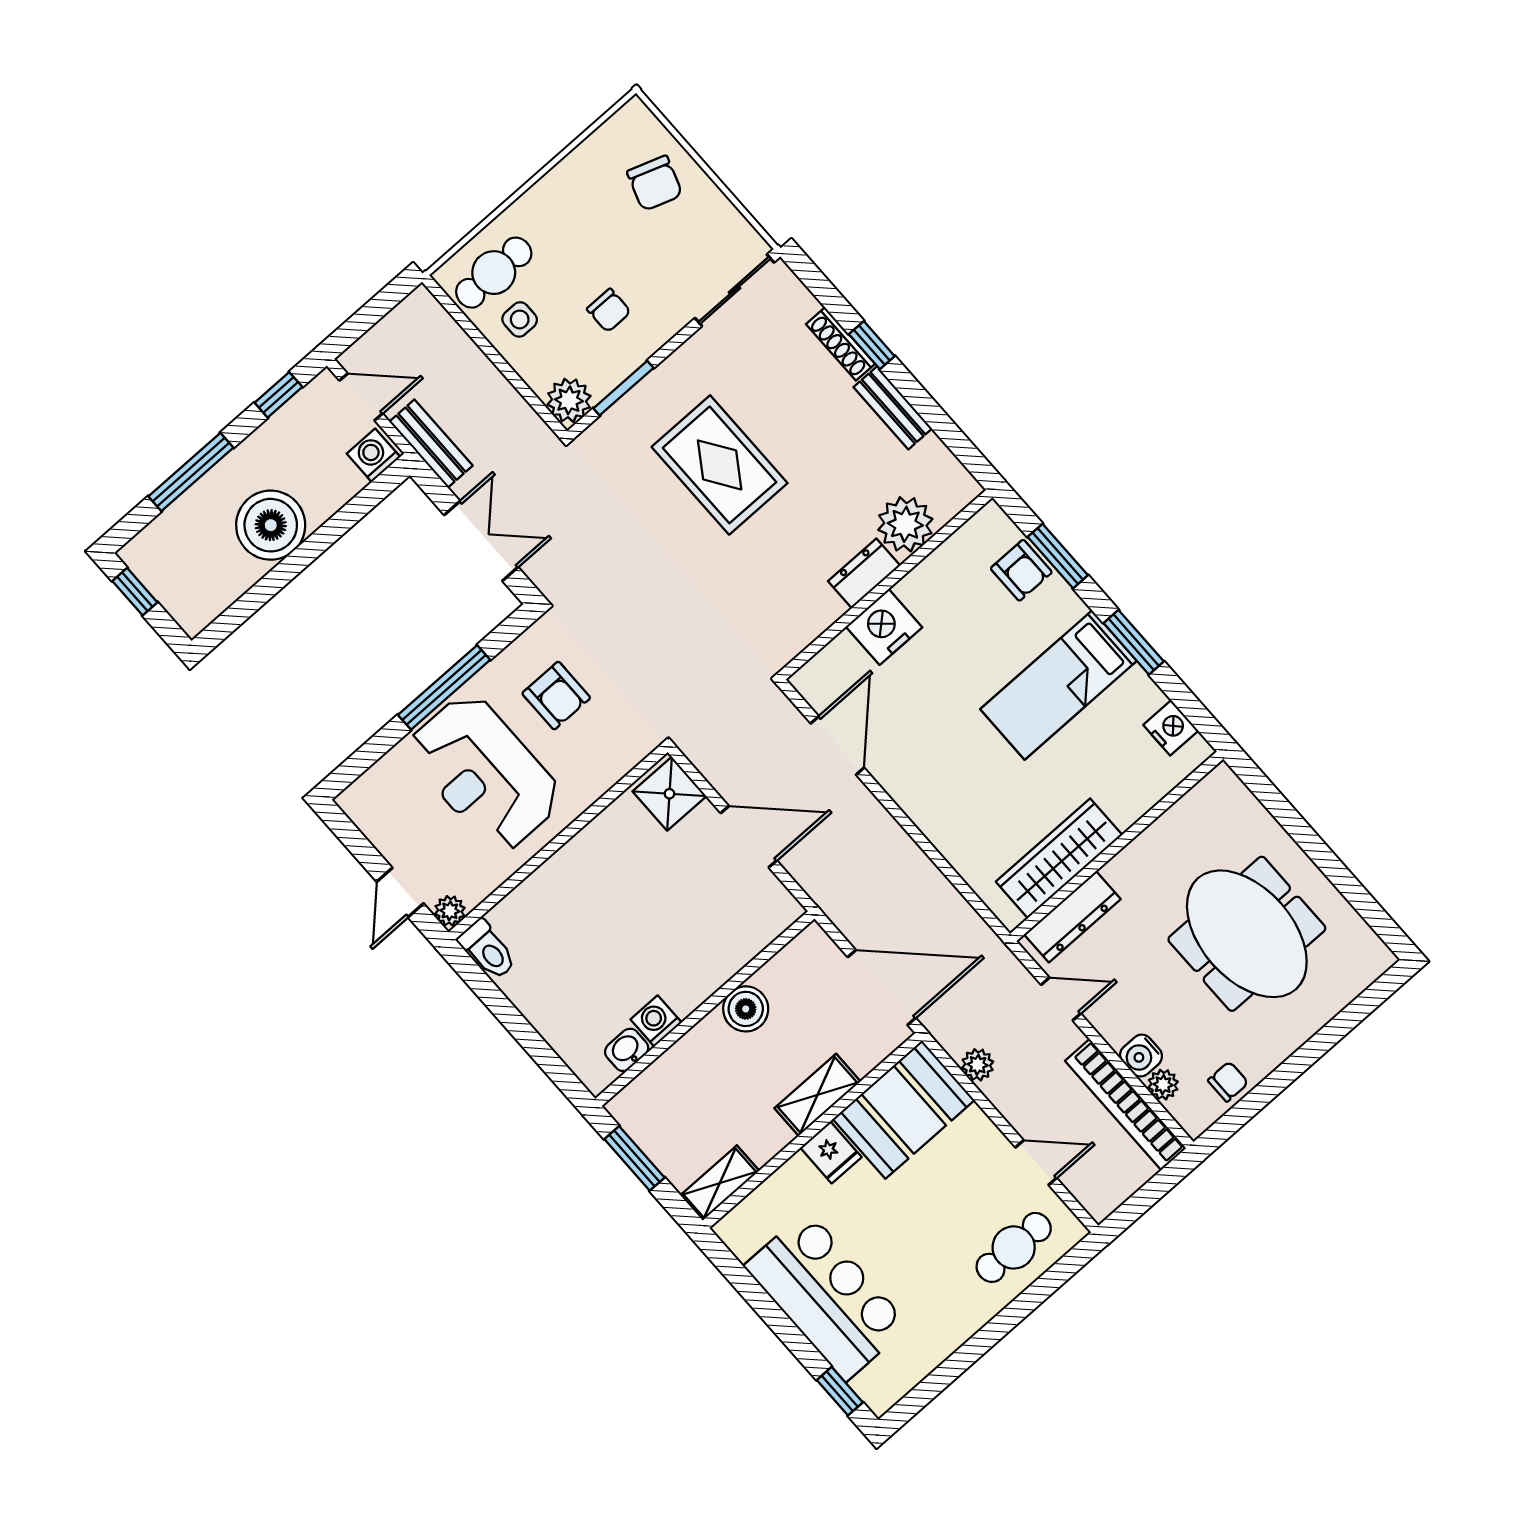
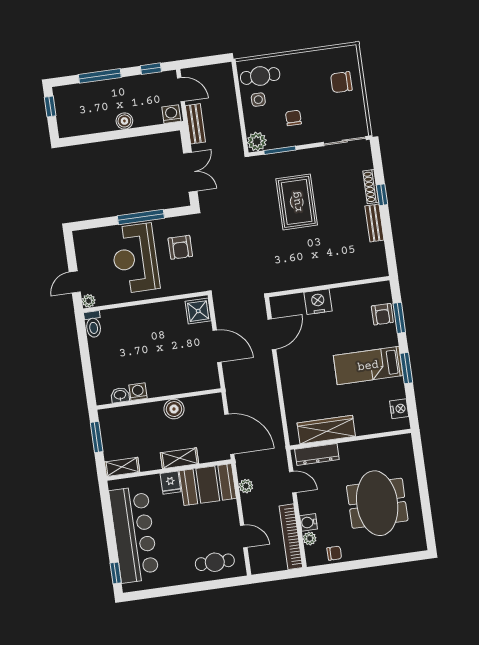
chair: (655, 183) -> (341, 82), turned 71
chair: (609, 310) -> (293, 118), turned 180
plant: (905, 524) -> (351, 269), removed
boiler: (271, 525) -> (124, 121), width x0.54, depth x0.54
dresser: (864, 573) -> (324, 277), removed
bar counter: (827, 1296) -> (134, 535), width x1.36

